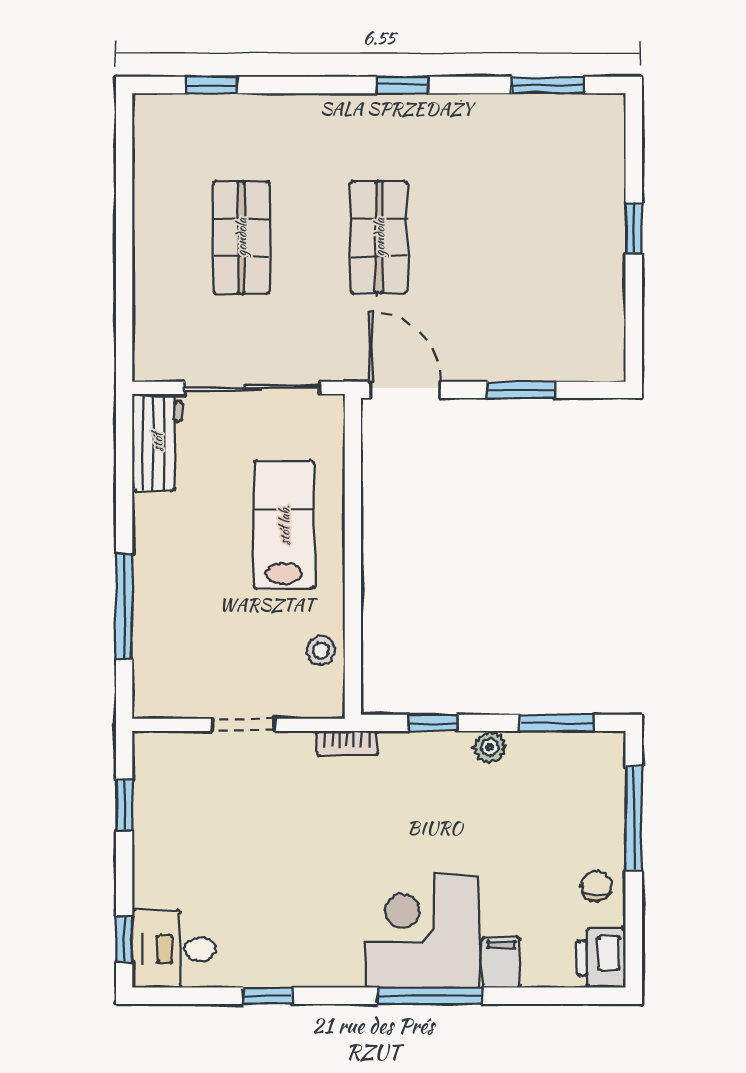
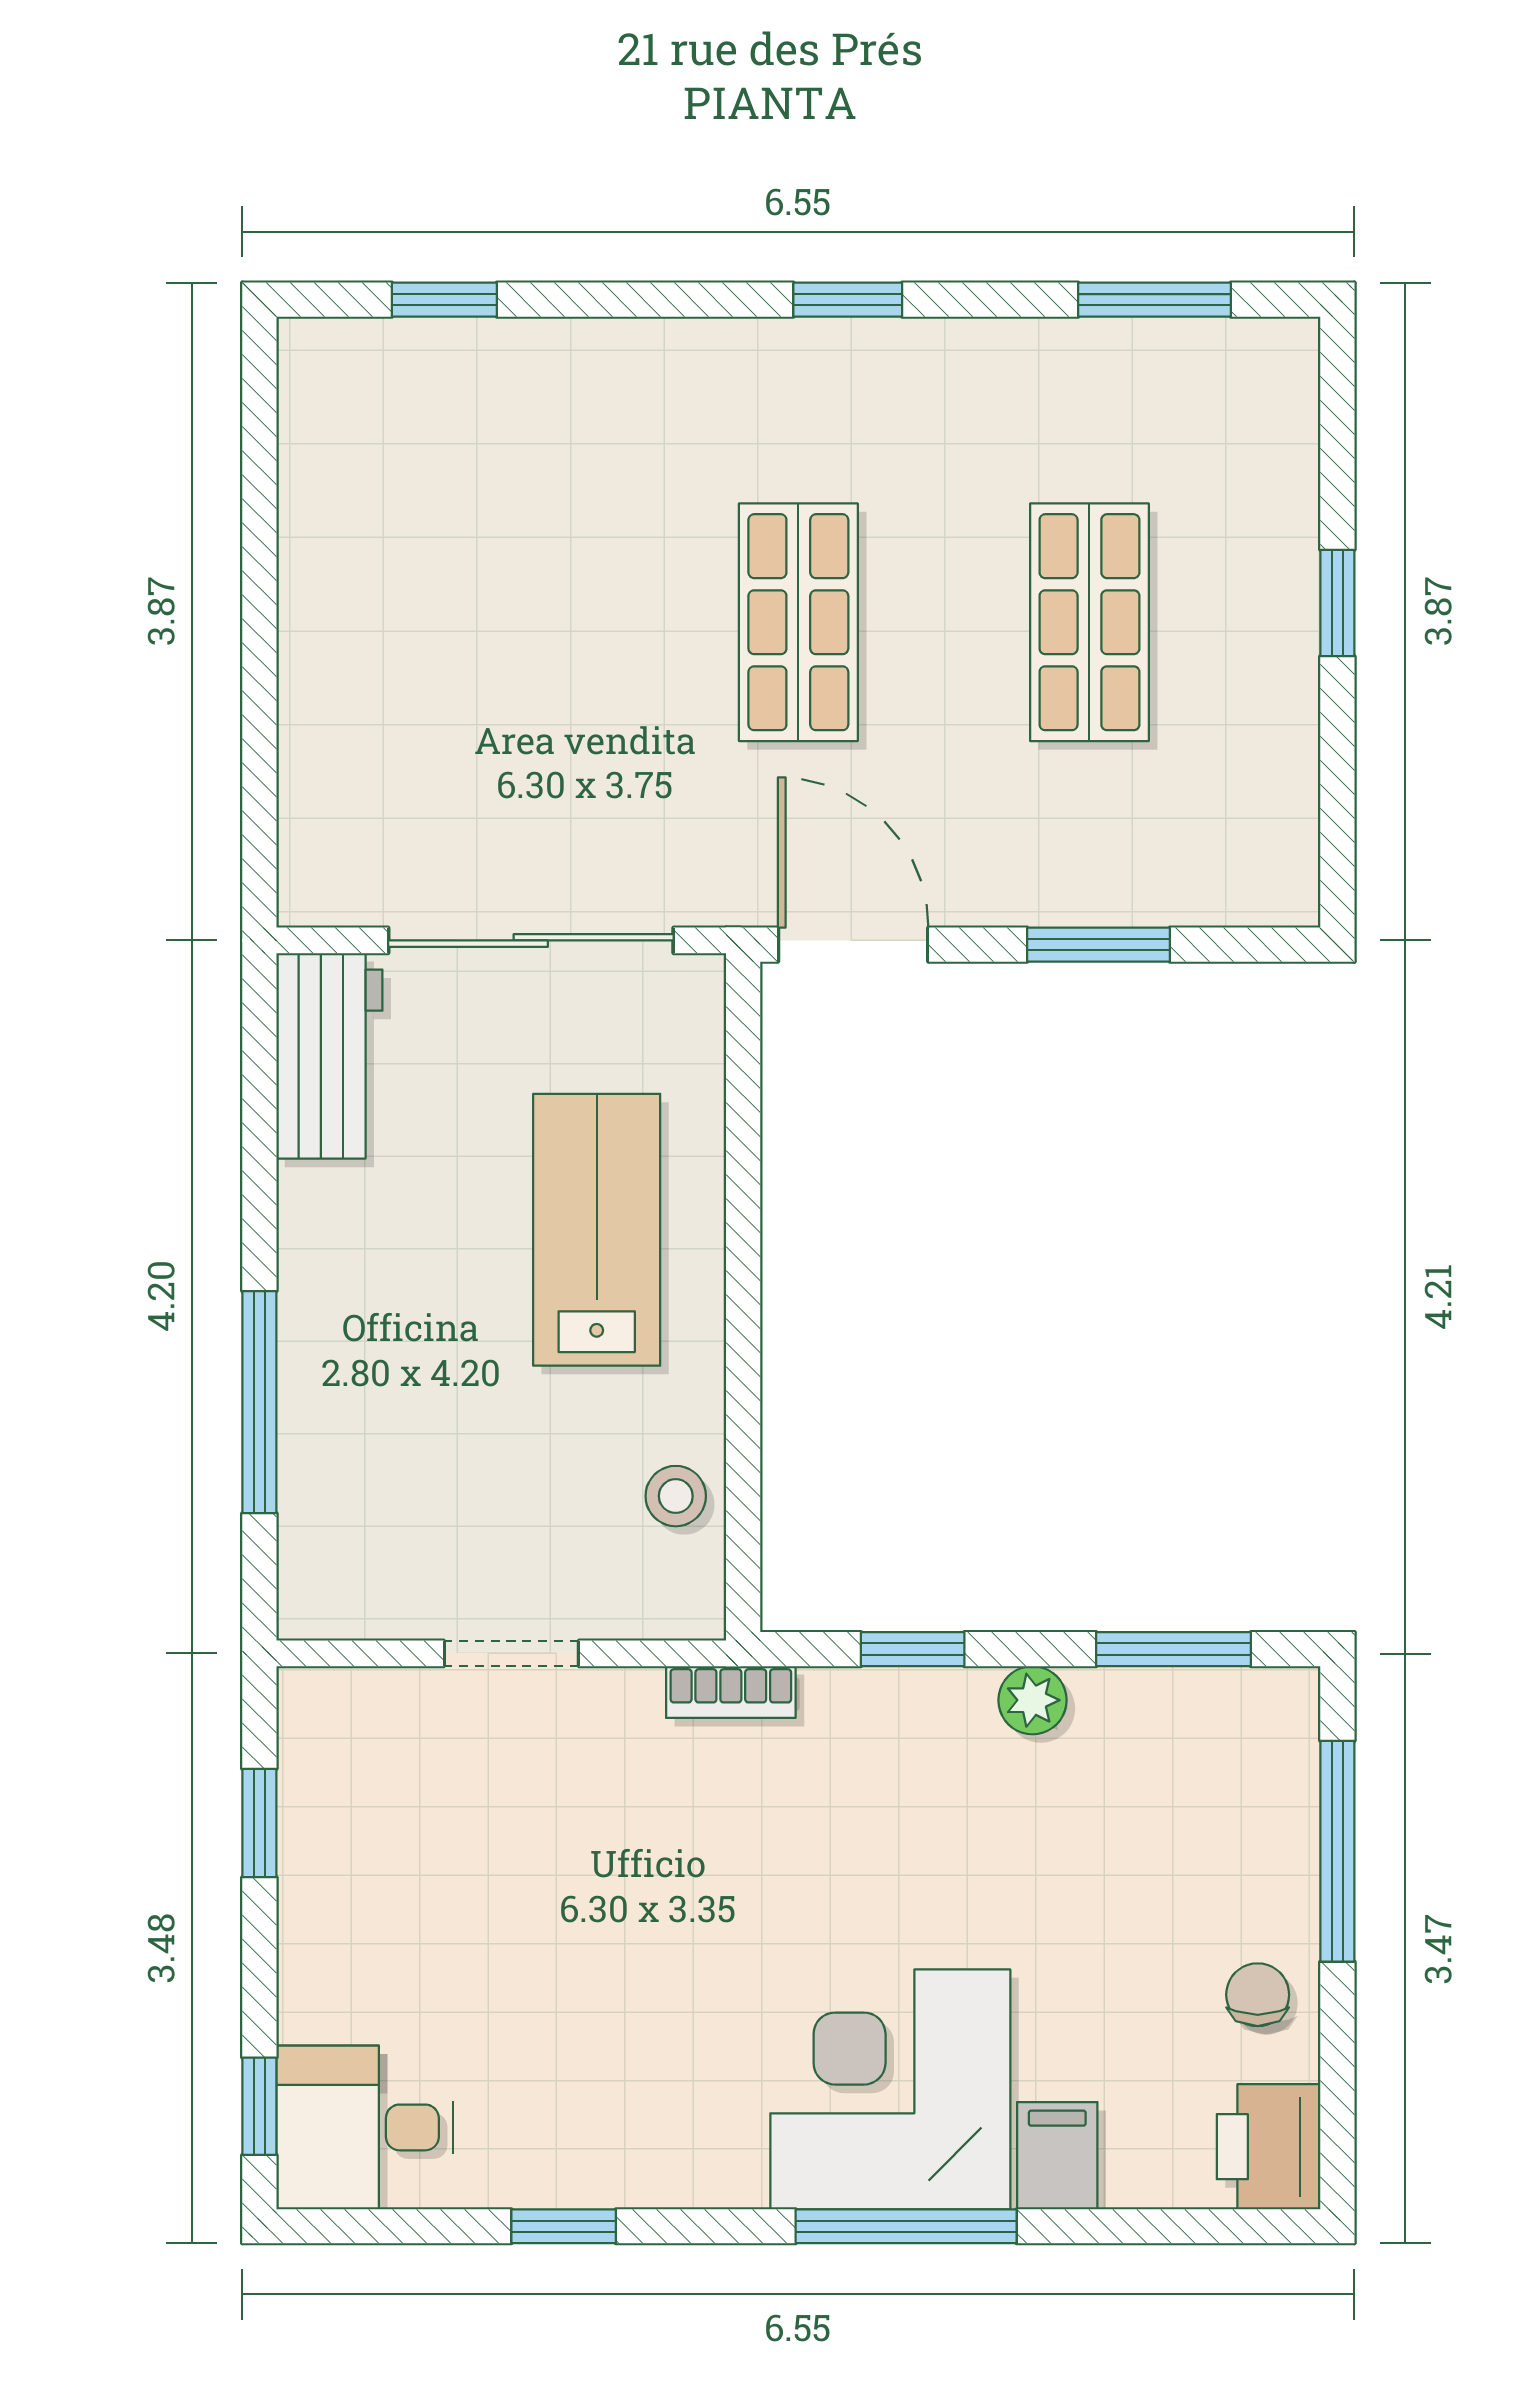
shop shelf: (241, 237) -> (1089, 622), moved

